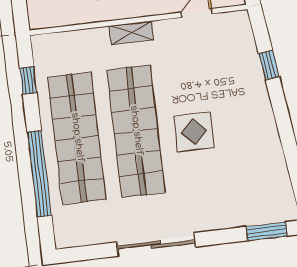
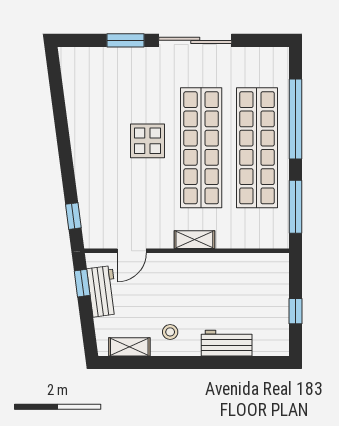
window: (269, 65) -> (73, 216), moved
window: (28, 80) -> (296, 207), width x2.17
window: (267, 231) -> (125, 40), moved

